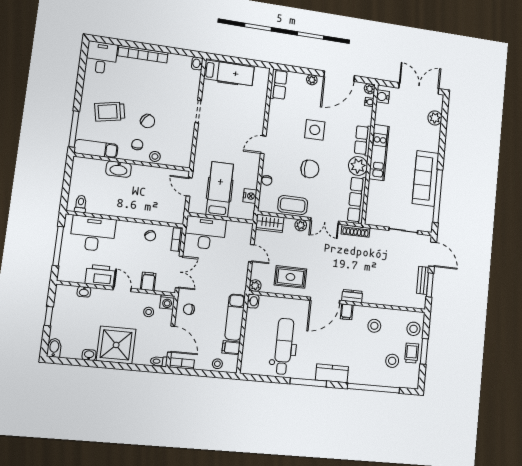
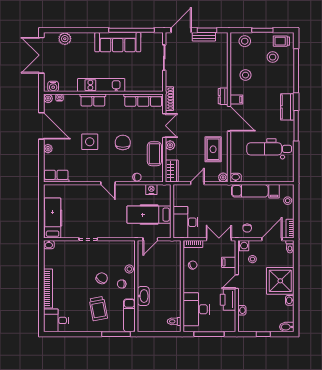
plant: (358, 166) -> (115, 102), removed
trolley: (412, 353) -> (281, 41), moved

